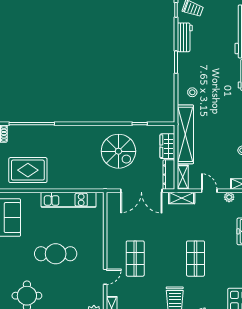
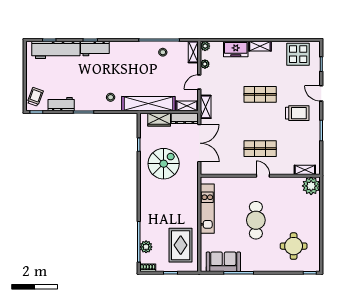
plant: (26, 132) -> (146, 247), added
door: (105, 277) -> (263, 176), moved

